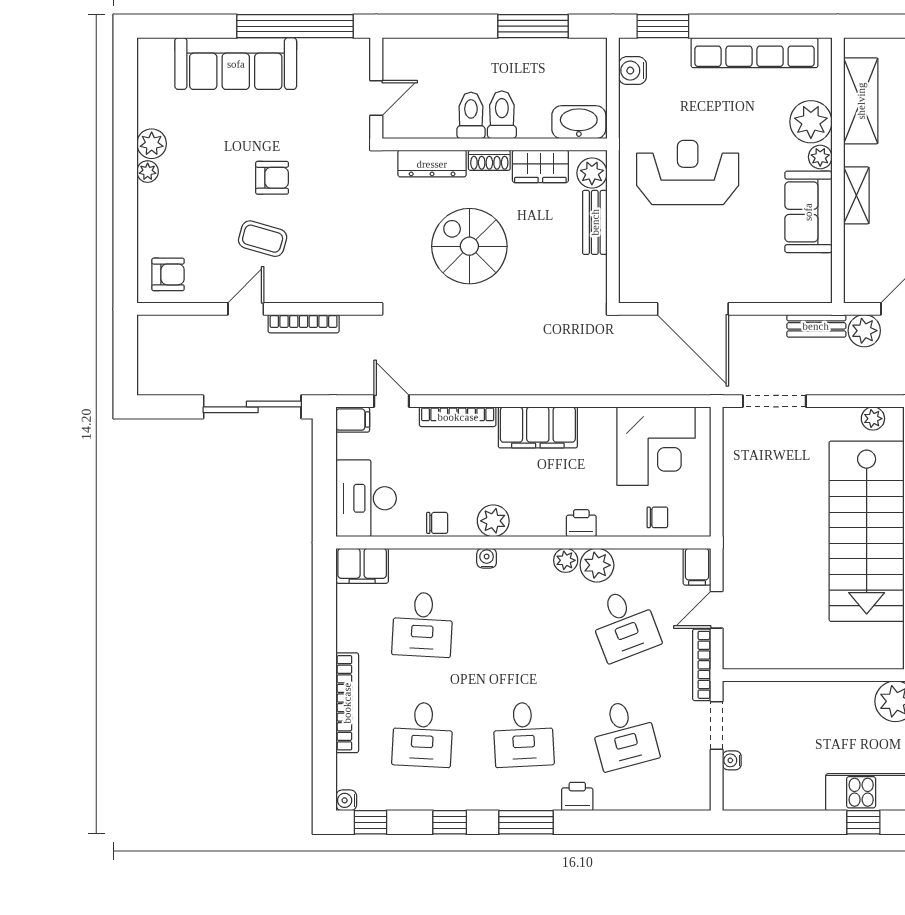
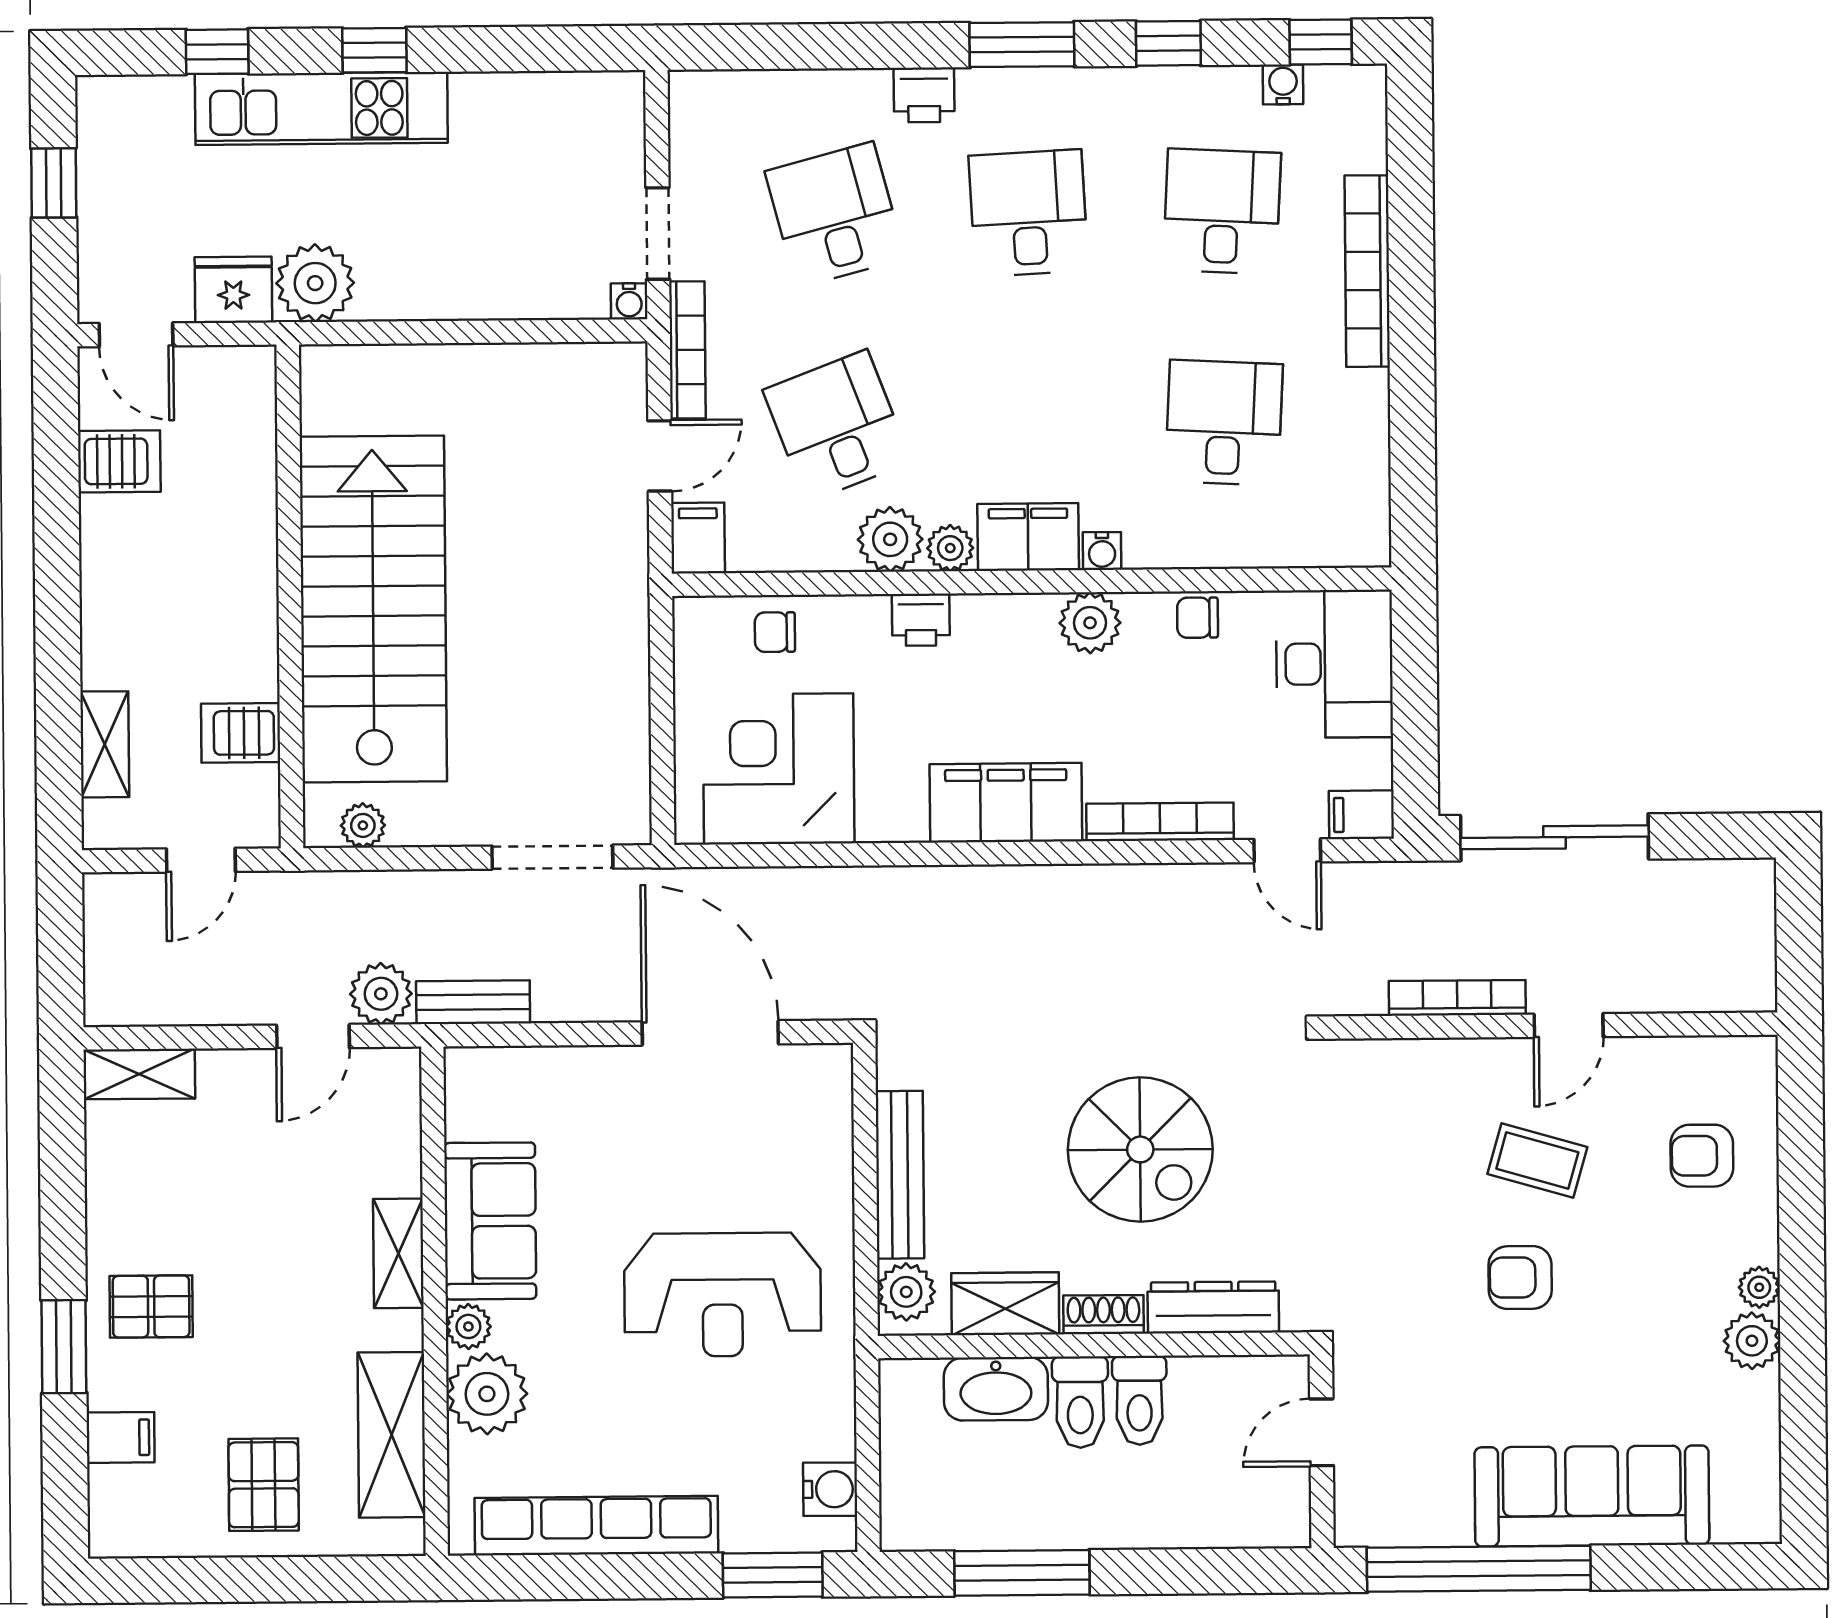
washbasin: (579, 122) -> (996, 1389), moved
bench: (595, 222) -> (900, 1175), width x1.36
armchair: (168, 274) -> (1702, 1156), moved
filing cabinet: (362, 566) -> (1028, 537), moved
water cooler: (732, 760) -> (629, 301), moved, turned 90
water cooler: (346, 800) -> (1283, 84), moved, turned -90

